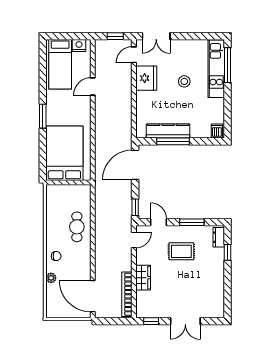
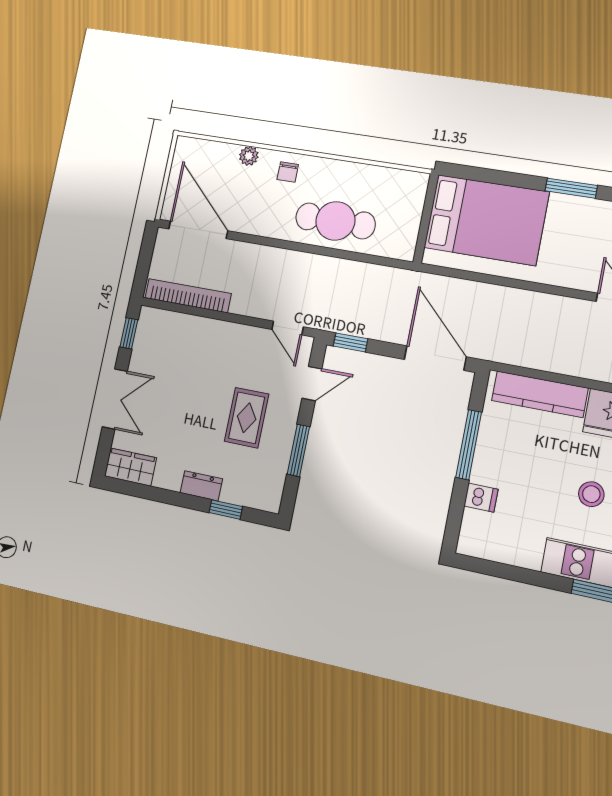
kitchen counter: (168, 131) -> (540, 394), moved, turned 90
dishwasher: (217, 131) -> (481, 498), moved
cafe table: (77, 227) -> (335, 221), width x1.37, depth x1.35
dresser: (219, 237) -> (201, 486), moved
wardrobe: (143, 278) -> (130, 467), moved, turned 180
door: (93, 296) -> (198, 230), hinge flipped
double door: (185, 321) -> (115, 399), swing flipped

